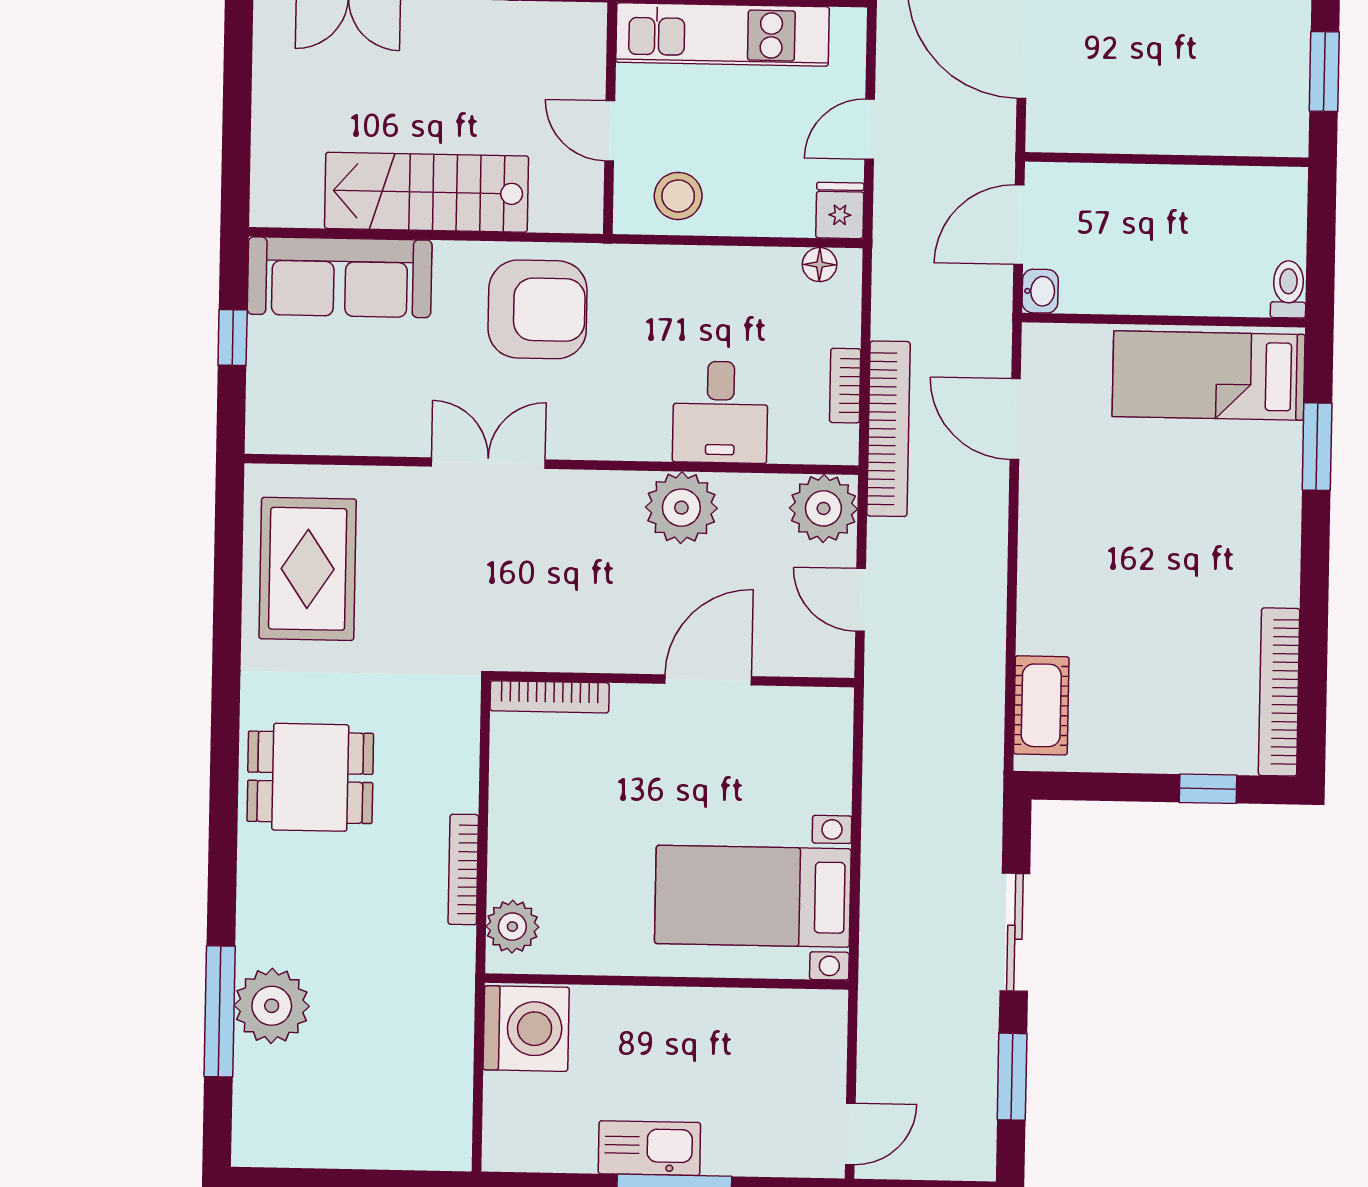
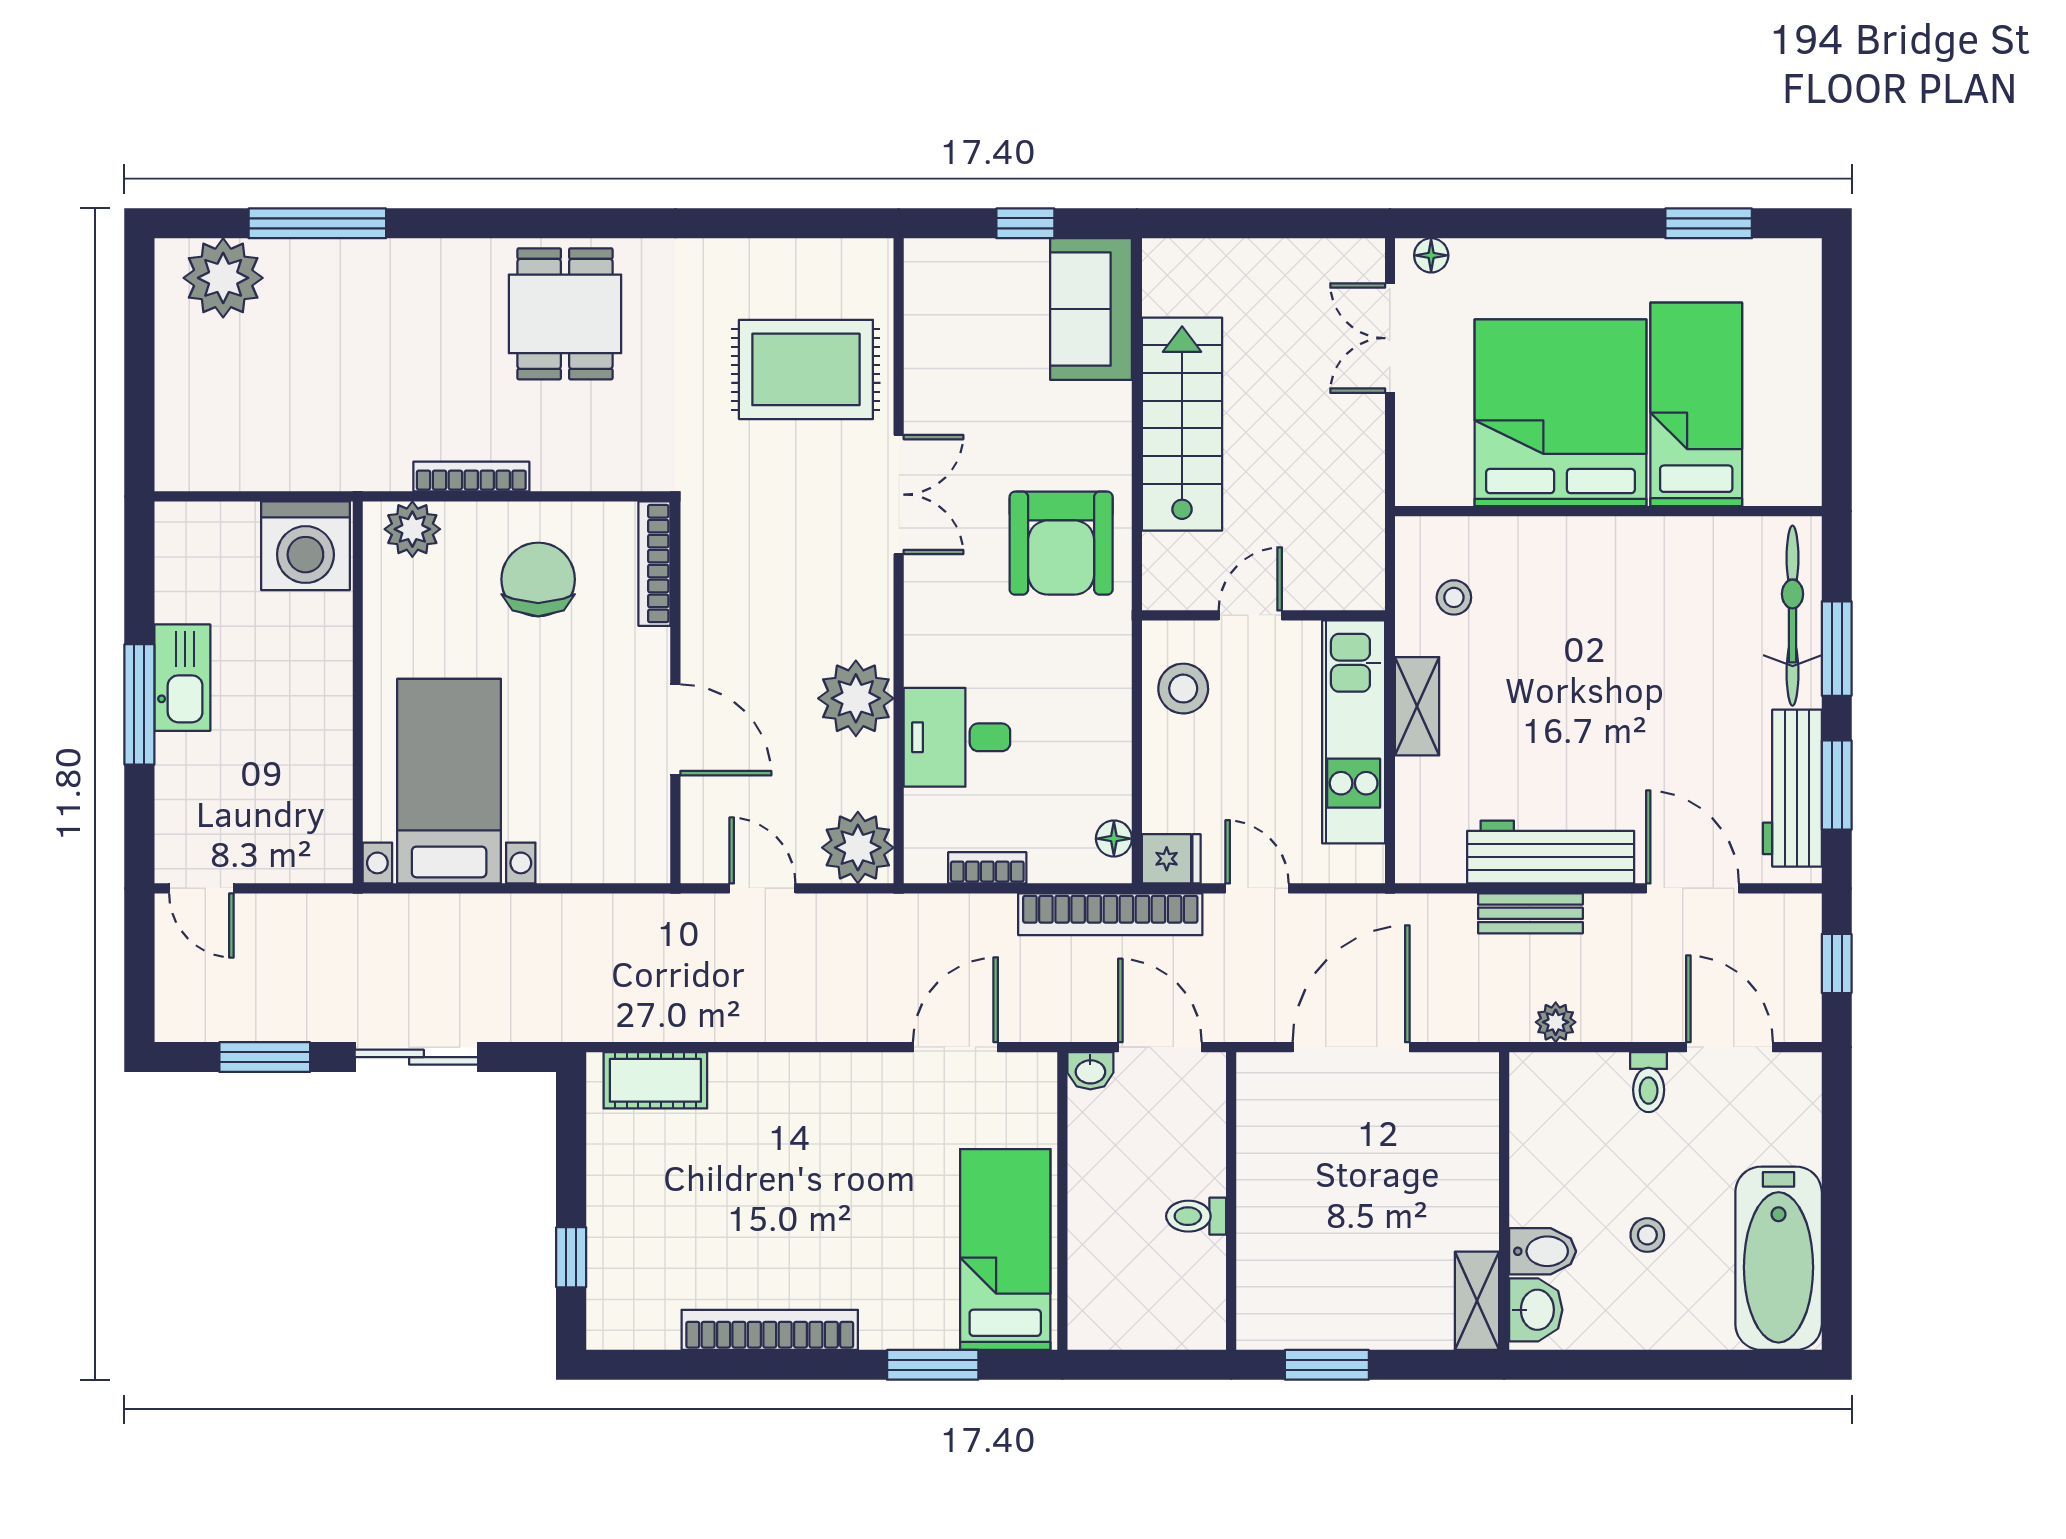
sofa: (340, 277) -> (1091, 309), width x0.73
toilet: (1288, 289) -> (1196, 1216), moved, turned 180
bookcase: (888, 429) -> (1110, 914), moved
rug: (308, 569) -> (806, 369), moved
door: (861, 600) -> (762, 888), hinge flipped
bookcase: (1279, 692) -> (770, 1330), moved
chair: (563, 808) -> (538, 579), added
plant: (272, 1006) -> (223, 278), moved

